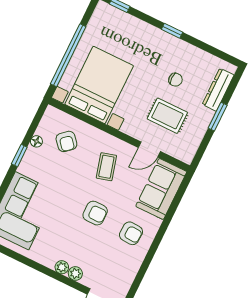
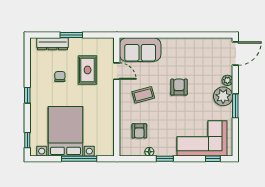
window: (68, 55) -> (79, 159), width x0.68
bed with nightstands: (99, 85) -> (66, 131), moved, turned 90
armchair: (66, 141) -> (139, 131), turned 131
armchair: (131, 233) -> (181, 56), removed
plant: (62, 267) -> (223, 96), width x1.88, depth x1.88
window: (41, 268) -> (235, 106), added

